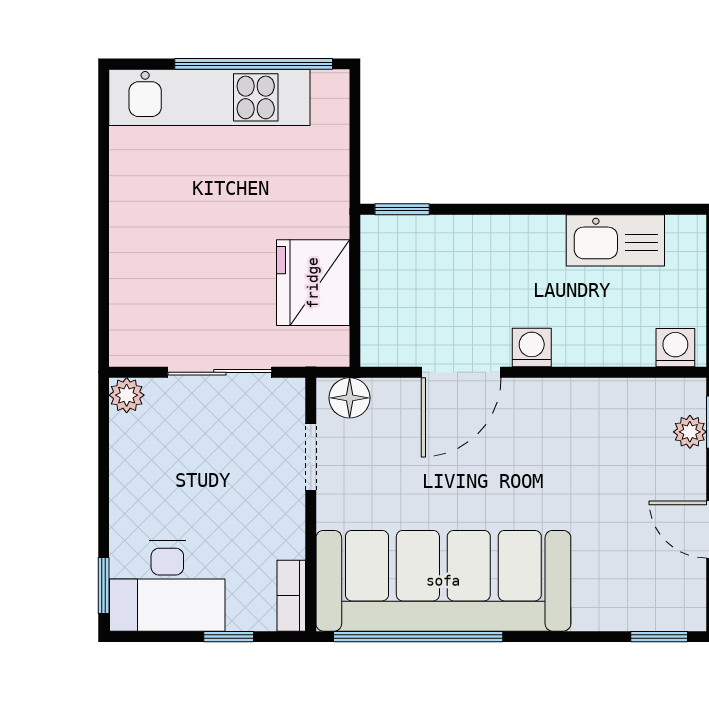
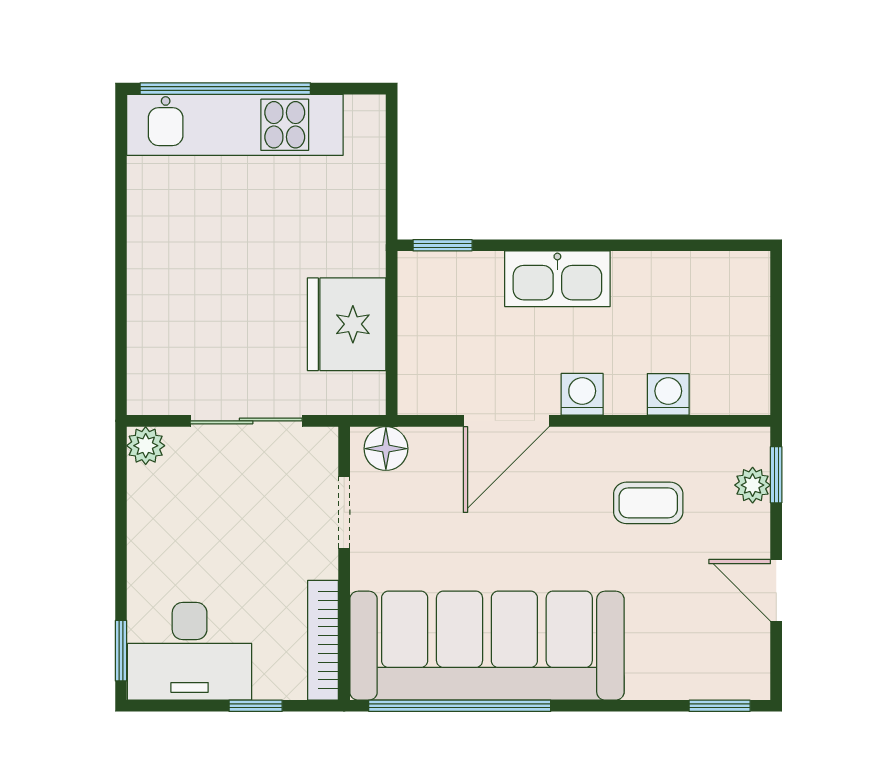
window: (254, 64) -> (225, 89), moved
kitchen sink: (615, 240) -> (557, 279), moved
washing machine: (675, 348) -> (668, 394), moved
coffee table: (593, 448) -> (648, 503), added
bookcase: (291, 596) -> (323, 640), width x1.56

